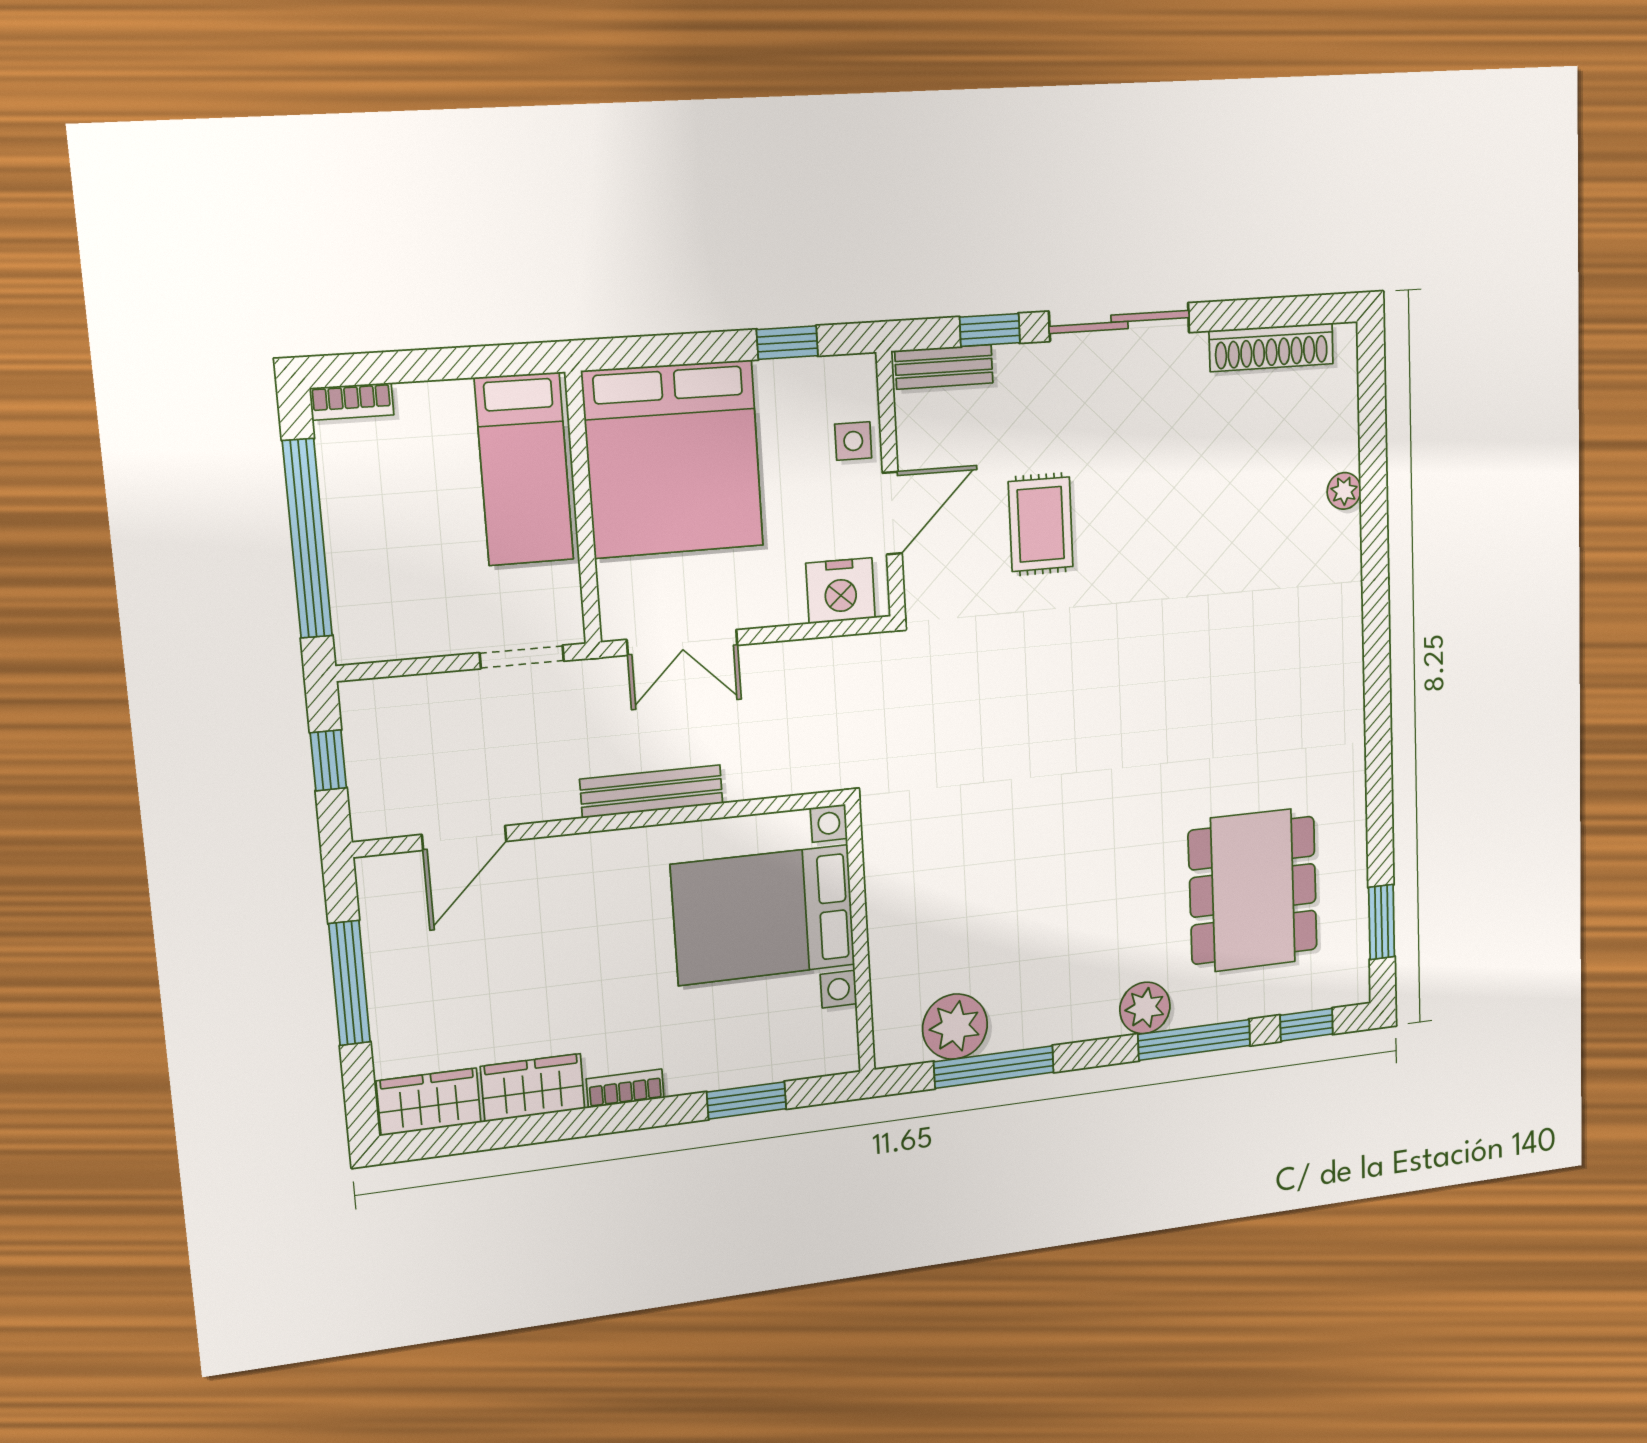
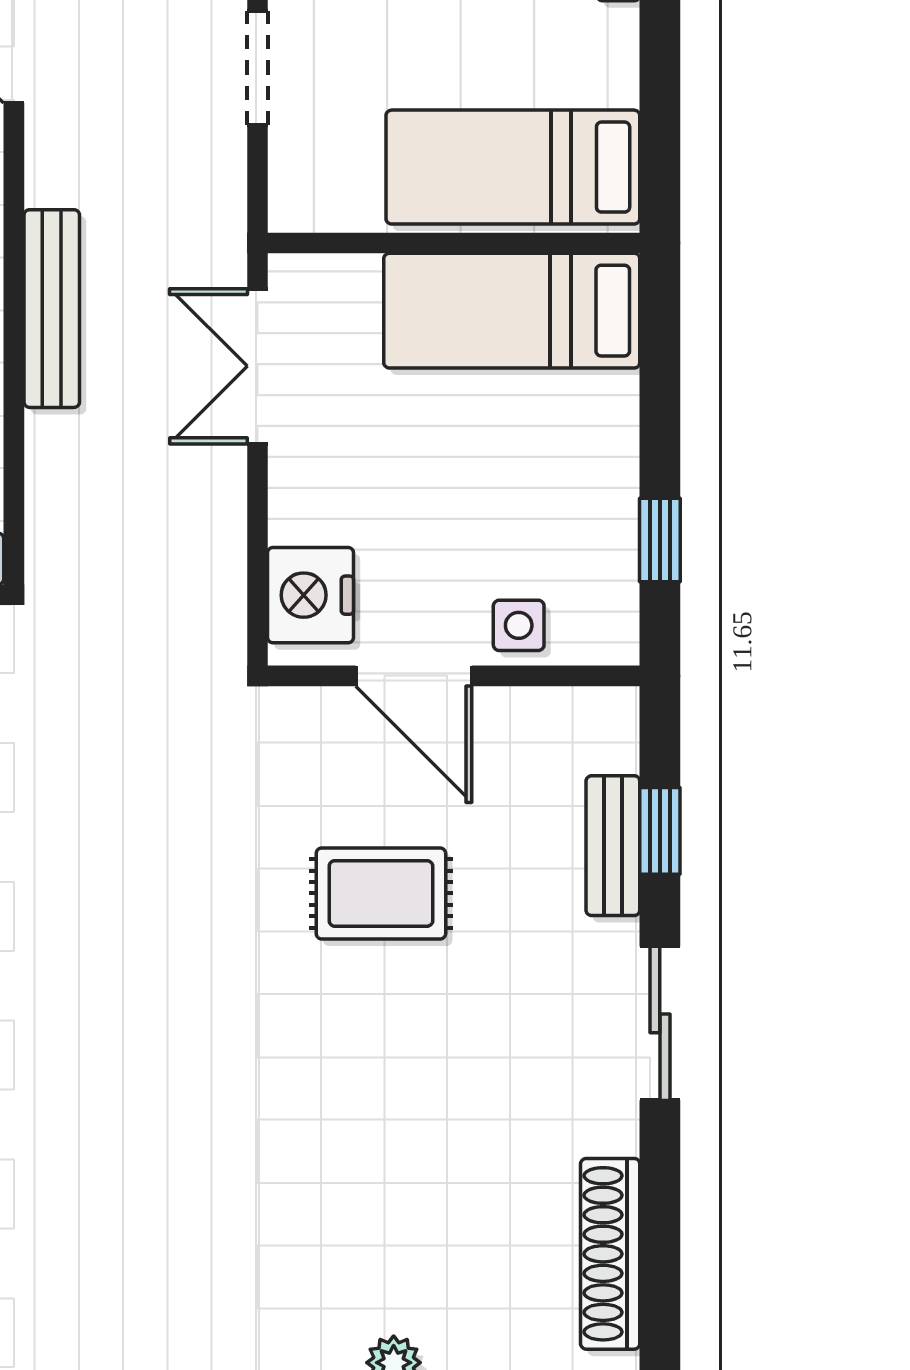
sliding door: (1119, 322) -> (660, 1023), width x0.73
bench: (944, 367) -> (613, 846), moved
bed: (673, 459) -> (512, 311), width x0.49
doorway: (522, 657) -> (257, 68), moved

